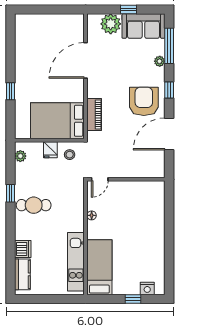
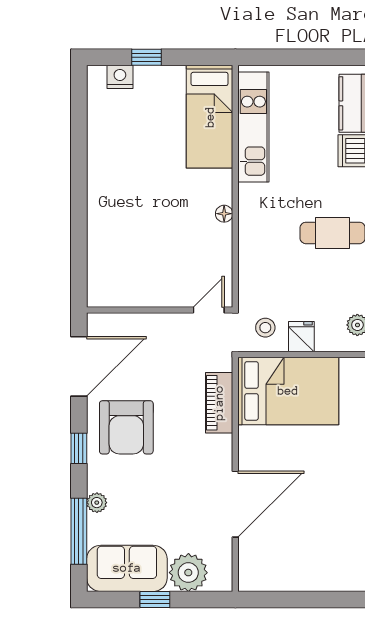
door: (100, 179) -> (209, 310), moved
wall: (126, 179) -> (160, 310), moved

